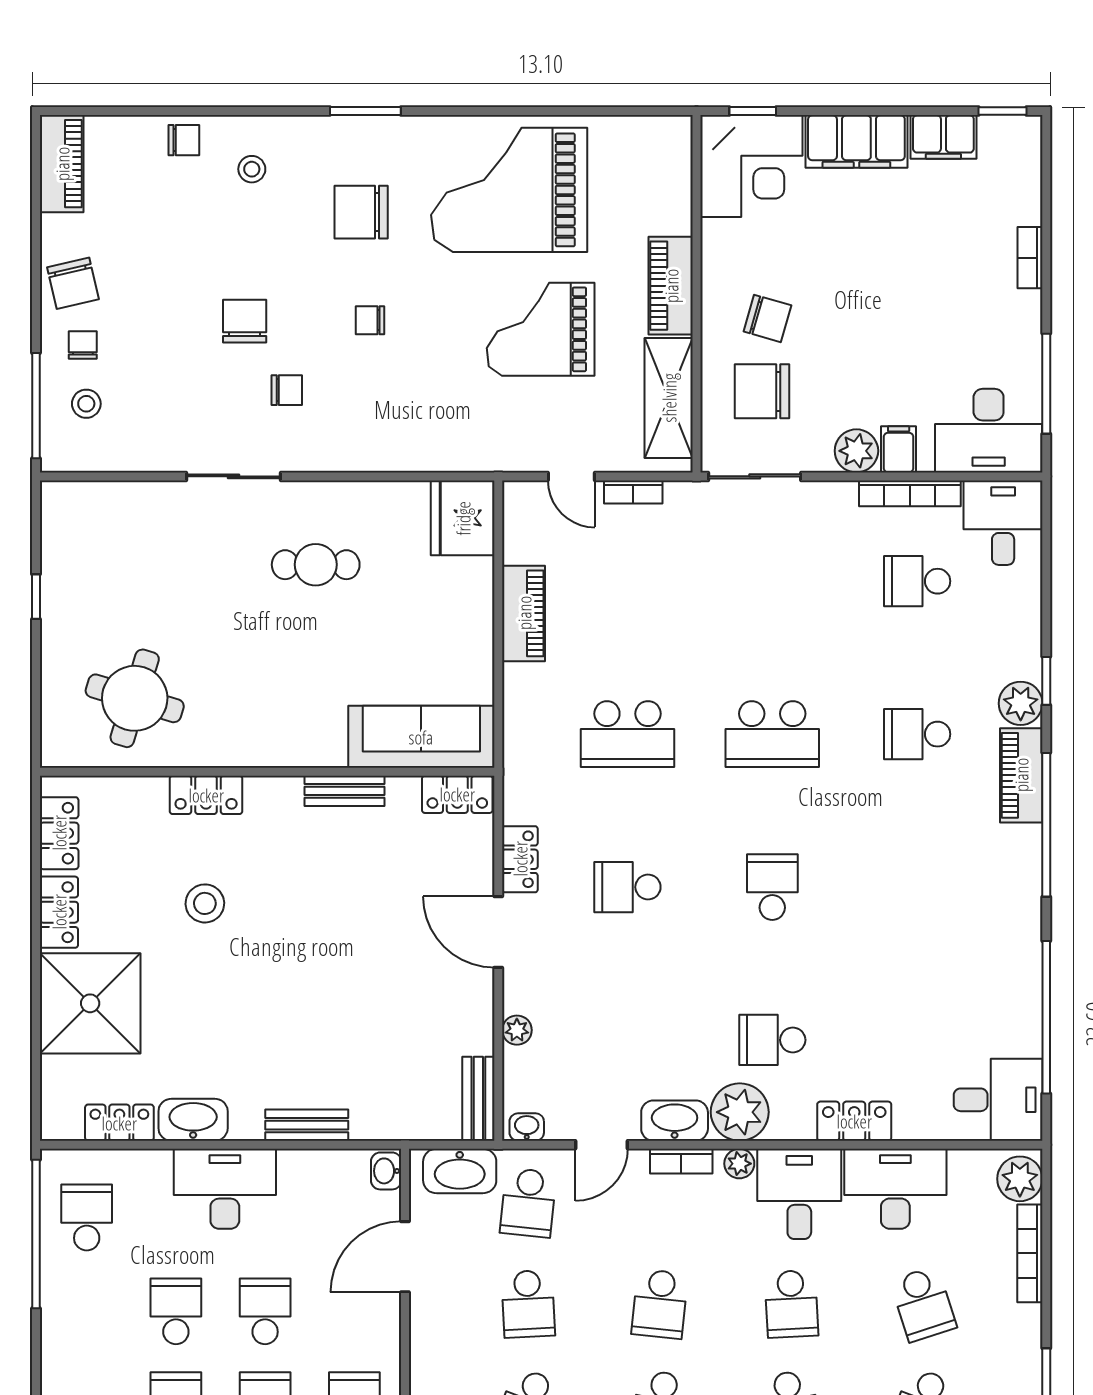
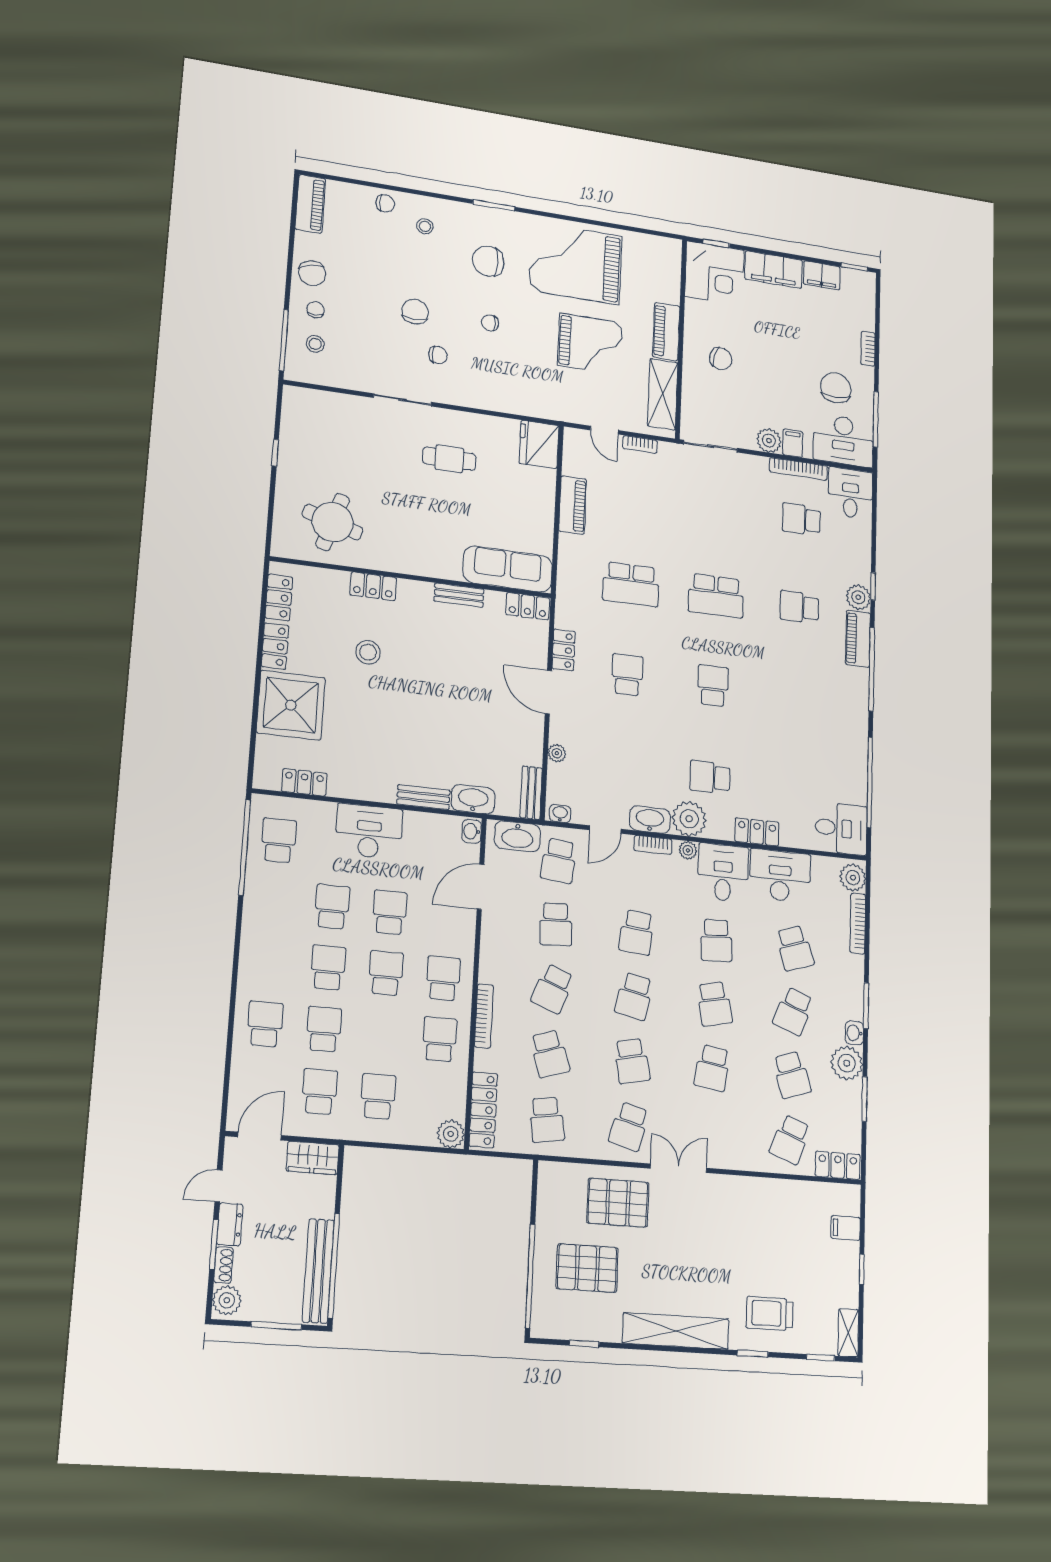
grand piano: (541, 329) -> (590, 344), turned 180
chair: (762, 391) -> (836, 388), moved, turned 90
school desk: (627, 887) -> (627, 675), turned 90
washbasin: (193, 1120) -> (473, 799), moved

